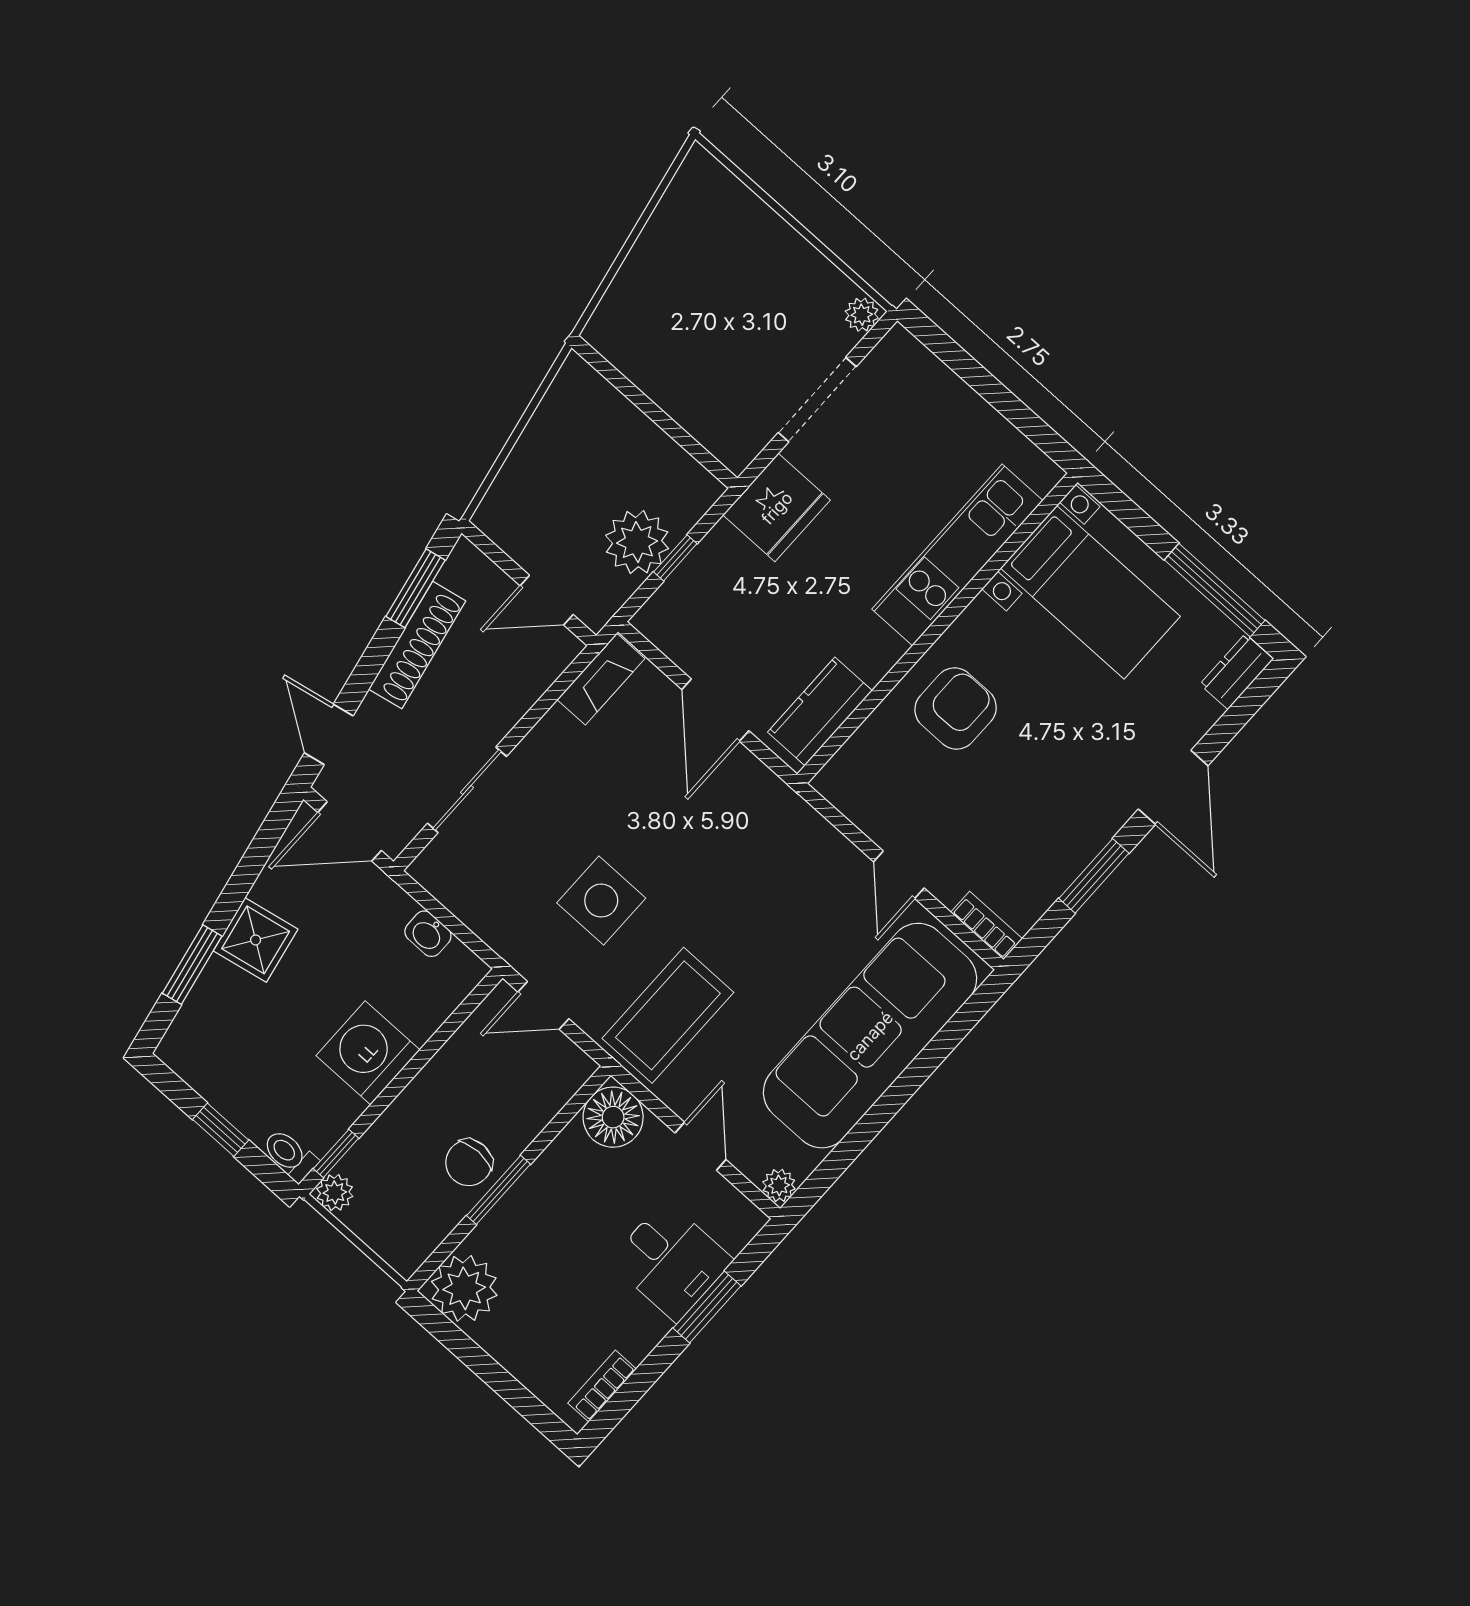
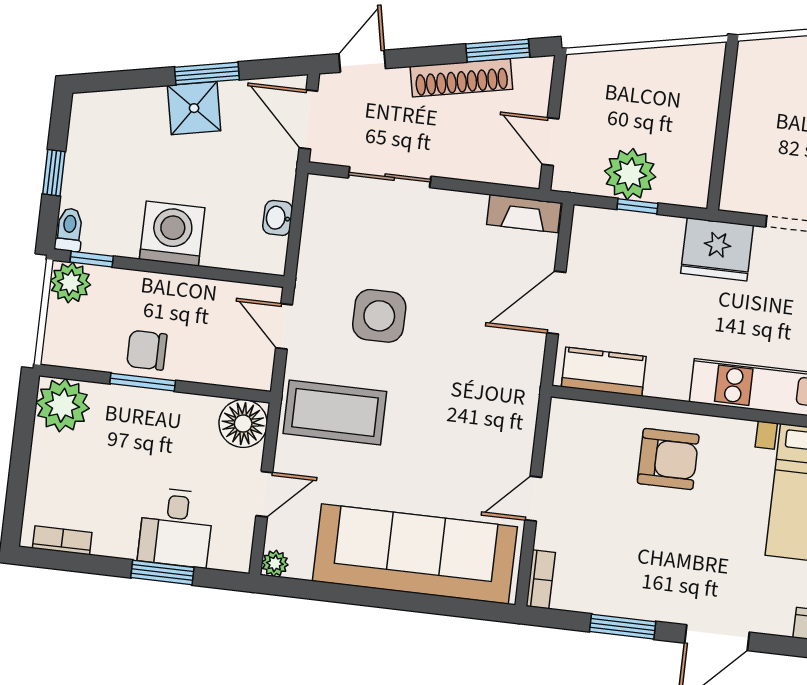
window: (192, 965) -> (207, 73), moved
plant: (335, 1193) -> (70, 283), width x1.38, depth x1.38

